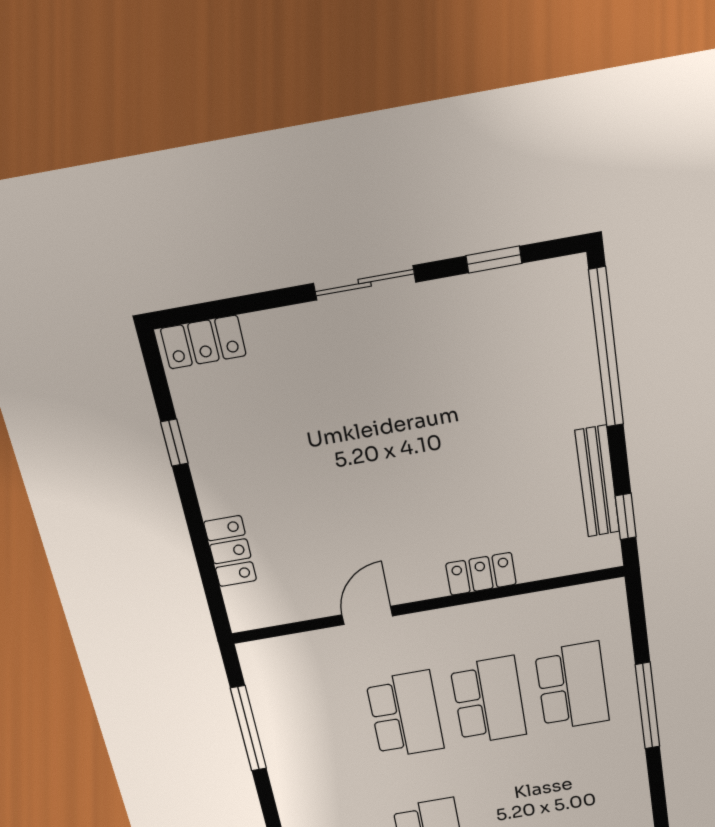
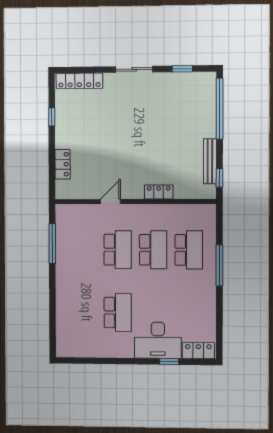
locker: (203, 342) -> (79, 81), width x1.53

